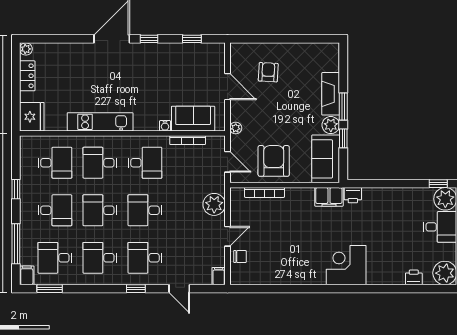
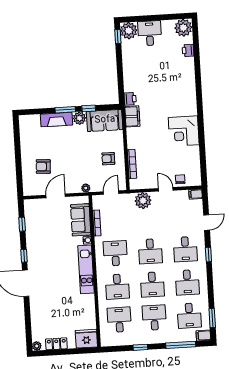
kitchen unit: (100, 122) -> (86, 269), moved
armchair: (274, 161) -> (108, 159), width x0.53, depth x0.53
corner desk: (346, 265) -> (184, 131), moved

